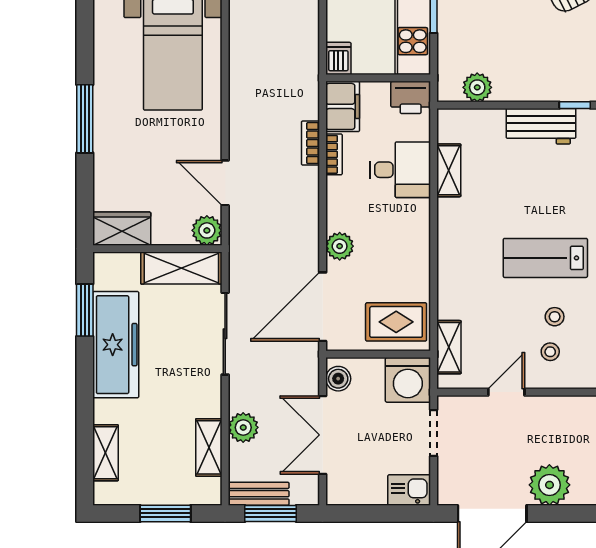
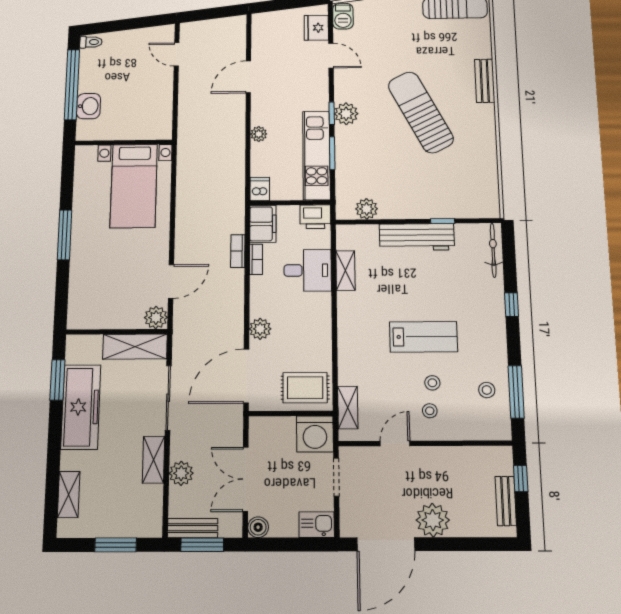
workbench: (541, 126) -> (417, 237), width x1.38
door: (225, 183) -> (171, 281), swing flipped
wardrobe: (122, 229) -> (89, 317), removed
lab bench: (545, 258) -> (423, 337), turned 180
boiler: (338, 379) -> (258, 527), moved
shelving: (209, 447) -> (154, 460), moved

